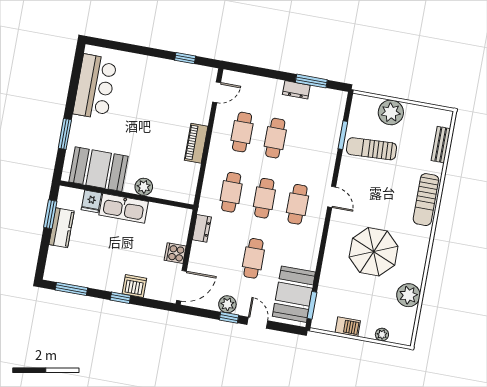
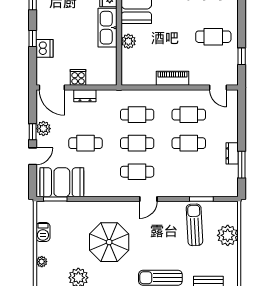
cafe table: (156, 87) -> (213, 37), added
dresser: (202, 228) -> (85, 96), moved

